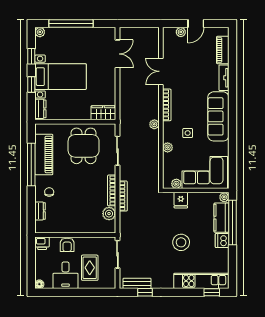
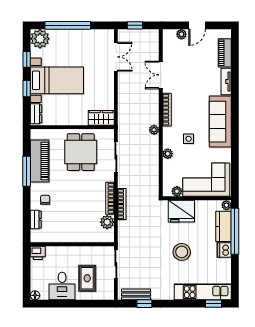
window: (136, 24) -> (135, 25), added
plant: (40, 32) -> (40, 39), width x1.87, depth x1.87
window: (31, 165) -> (27, 171), width x0.68
fridge: (181, 200) -> (181, 211), width x1.88, depth x1.34
armchair: (67, 245) -> (64, 255), removed

